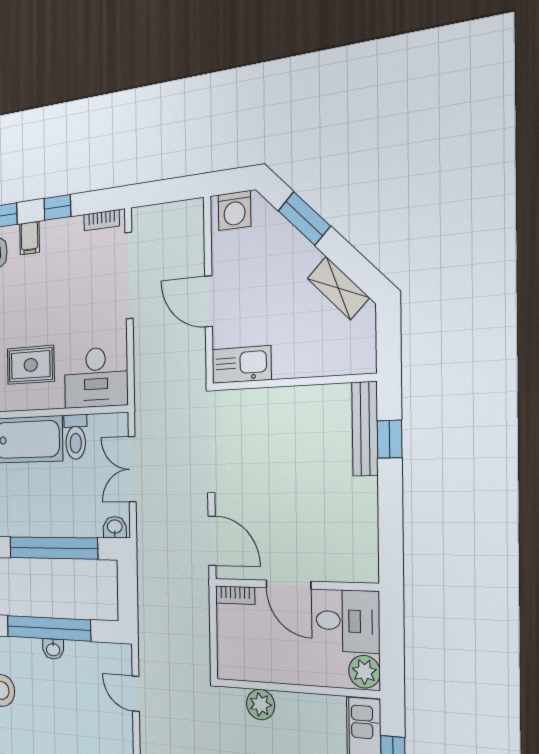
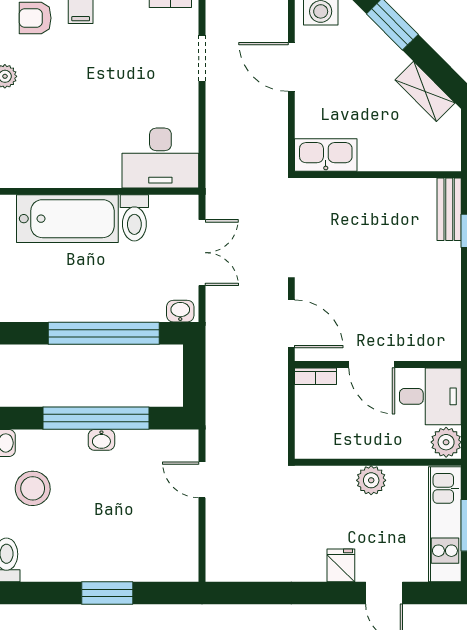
doorway: (129, 275) -> (202, 58), width x0.53
door: (209, 301) -> (291, 67), moved
rug: (31, 365) -> (79, 140), removed
bench: (365, 429) -> (449, 209), width x0.73
double door: (132, 469) -> (202, 253), swing flipped
plant: (261, 705) -> (371, 480), moved

